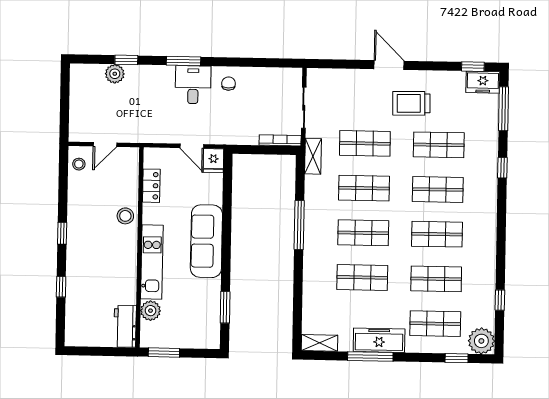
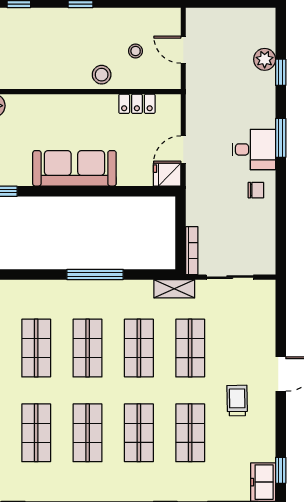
trolley: (411, 103) -> (237, 401), width x0.73, depth x0.72
stool: (79, 164) -> (136, 51), moved
kitchen unit: (152, 262) -> (49, 106), removed

